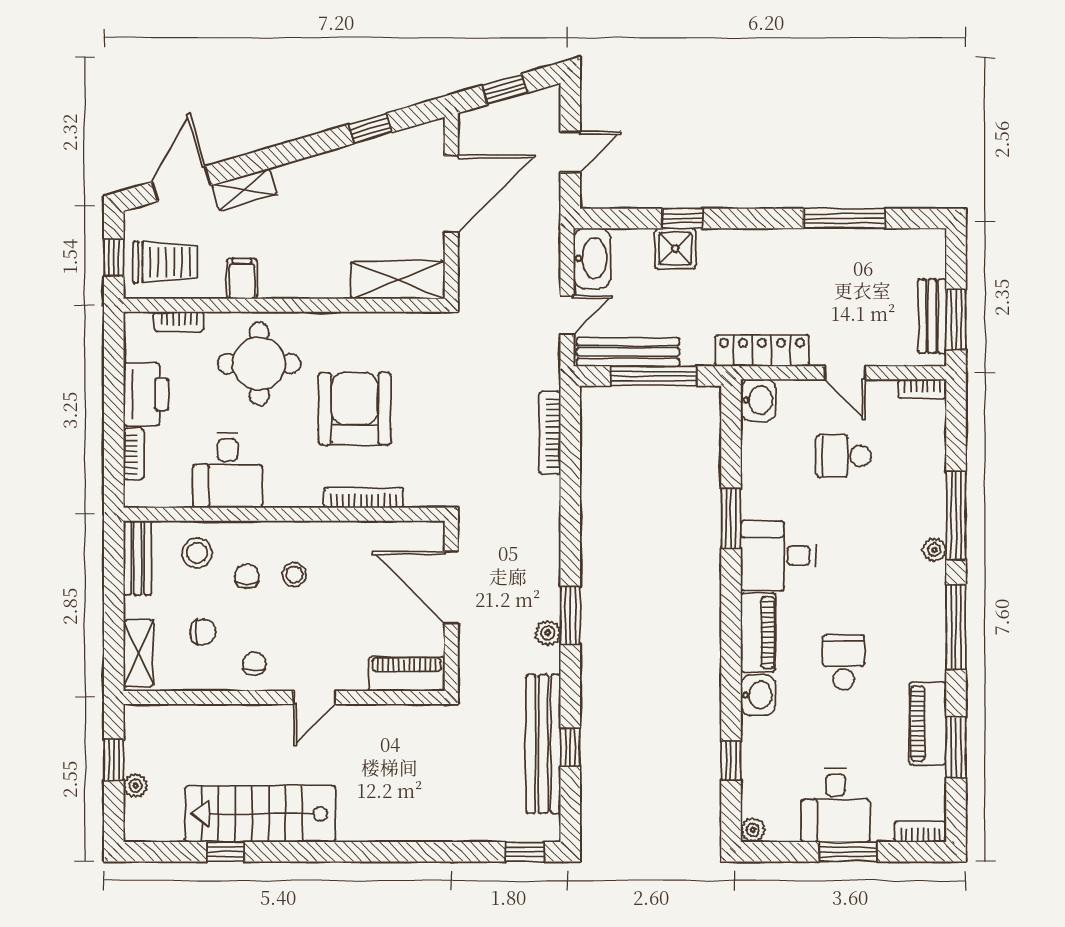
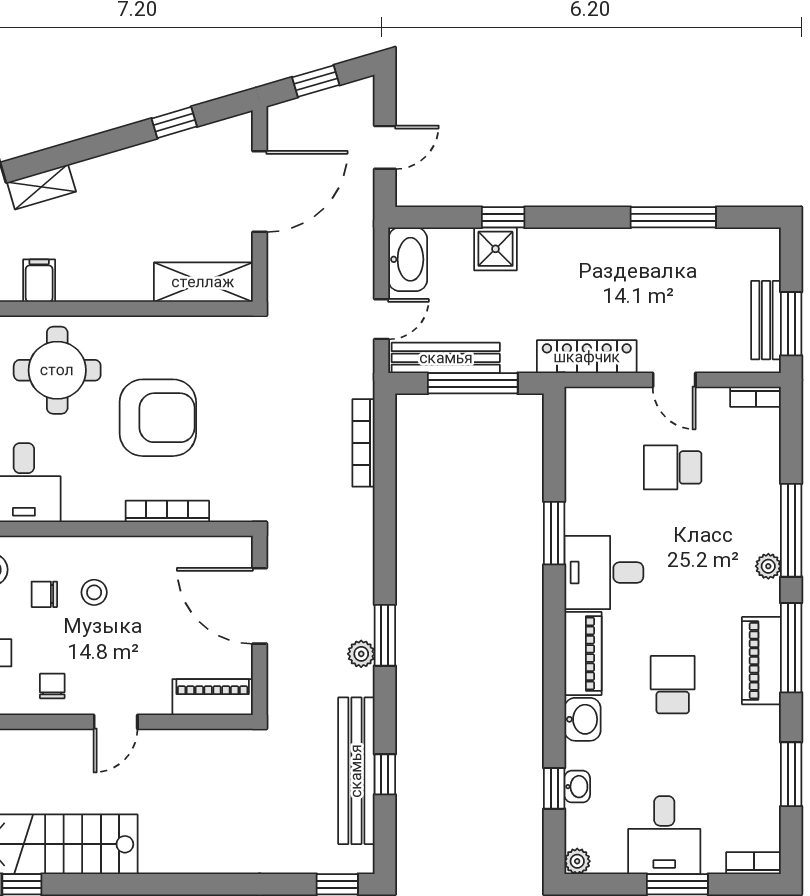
washbasin: (758, 400) -> (577, 787), moved, width x0.72, depth x0.69
armchair: (355, 409) -> (158, 418), turned 90
chair: (247, 576) -> (44, 594), turned -90
piano: (928, 724) -> (761, 661), moved

